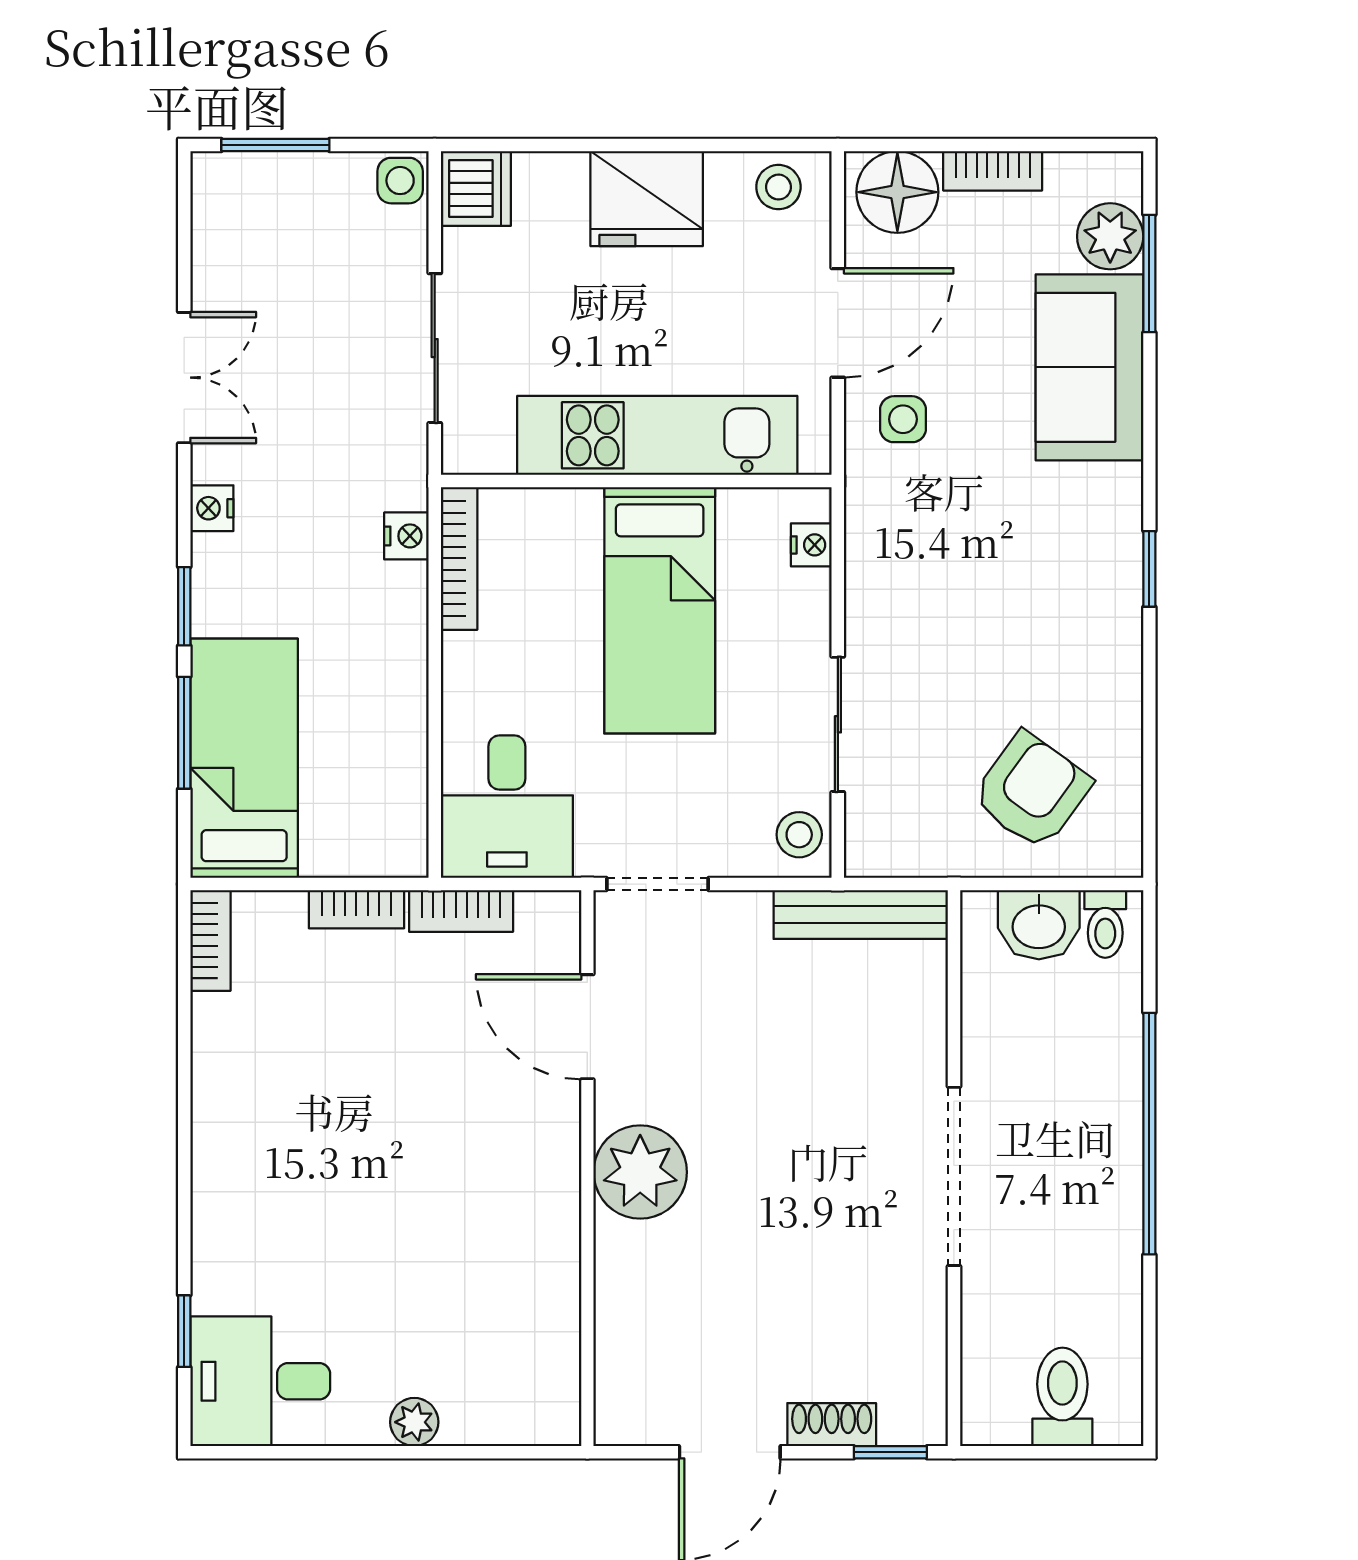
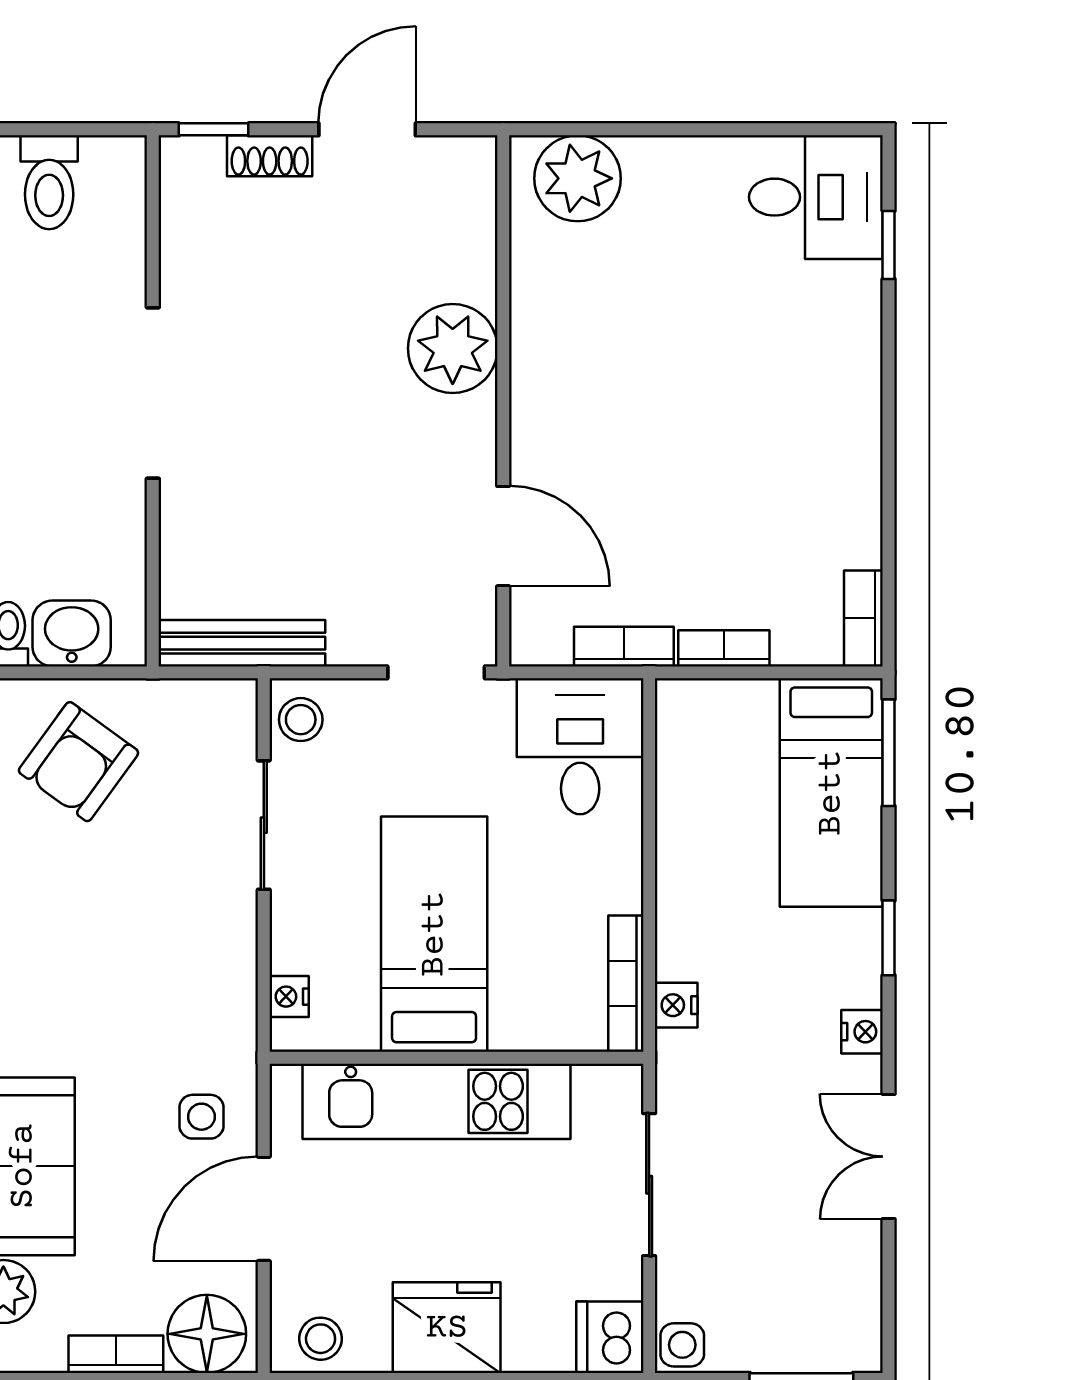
window: (184, 733) -> (889, 753), moved
plant: (640, 1172) -> (453, 348), moved
plant: (414, 1422) -> (578, 178), moved, width x1.88, depth x1.88

